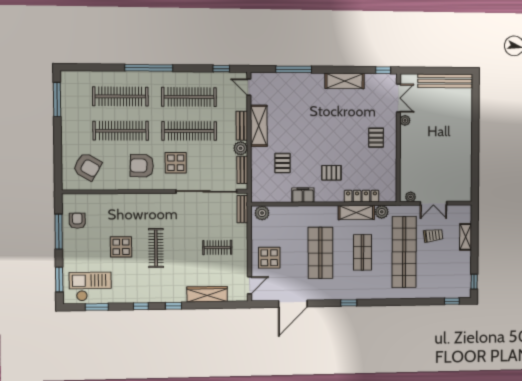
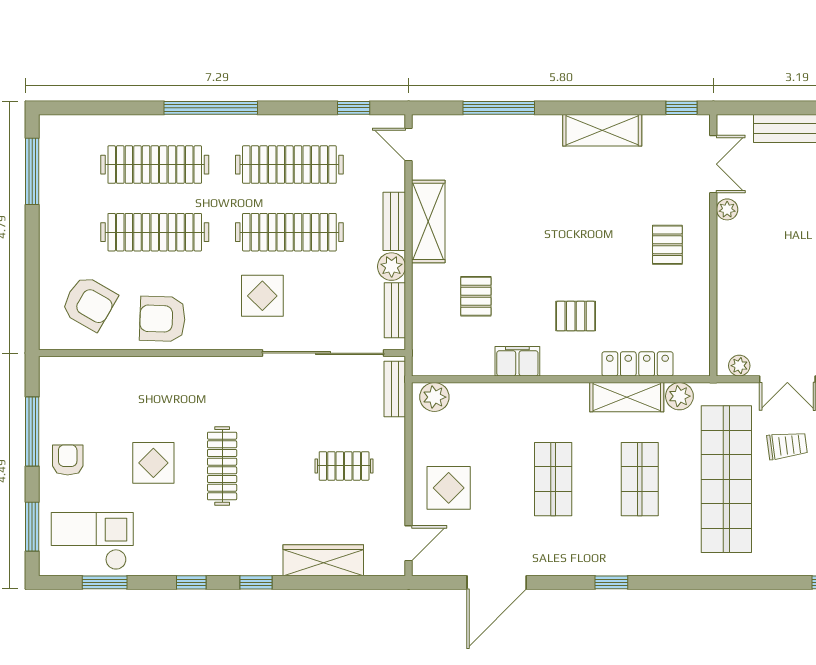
armchair: (142, 166) -> (162, 319), moved
armchair: (77, 221) -> (68, 460), moved
shop shelf: (320, 253) -> (553, 479), width x0.70, depth x0.74

